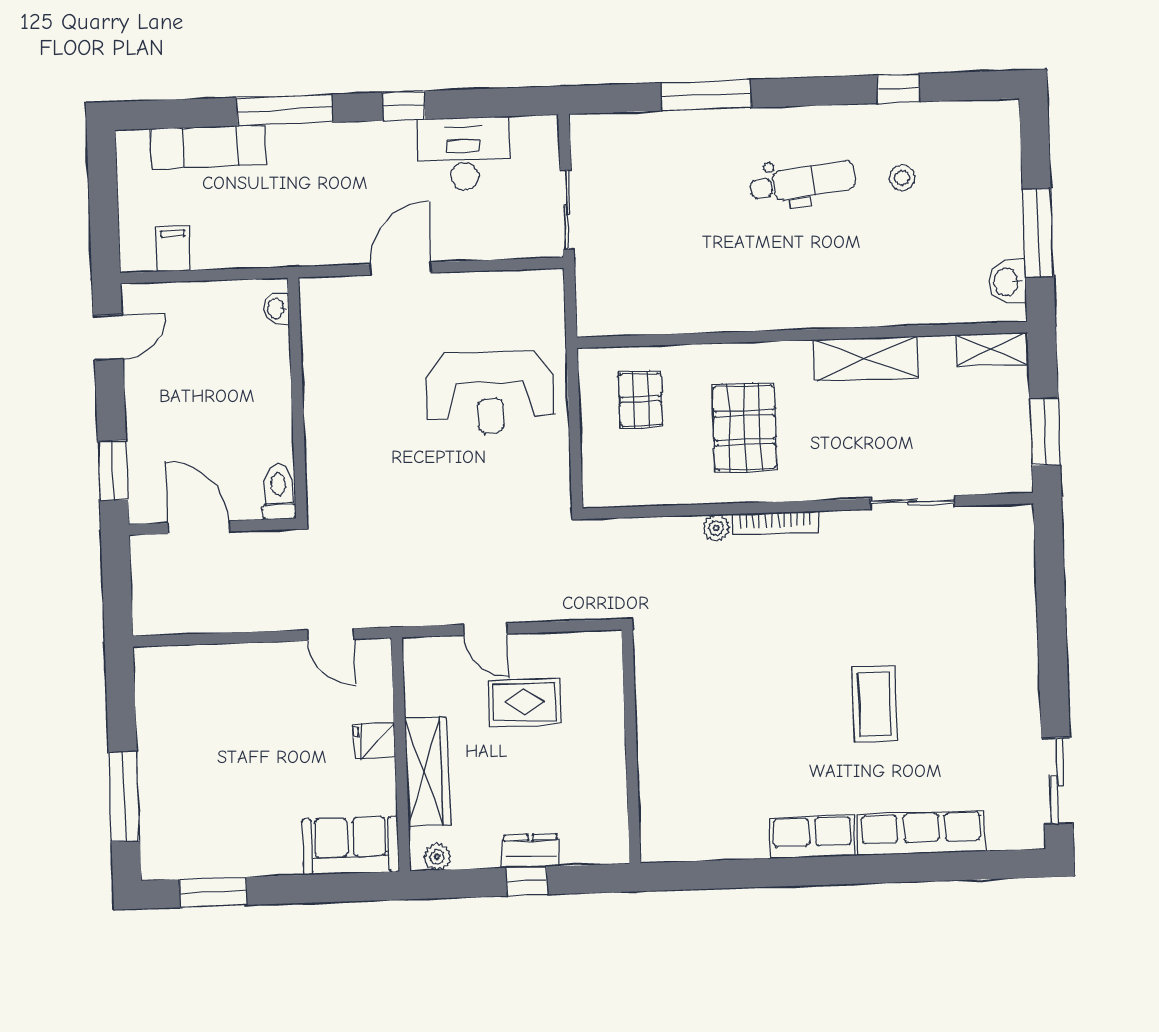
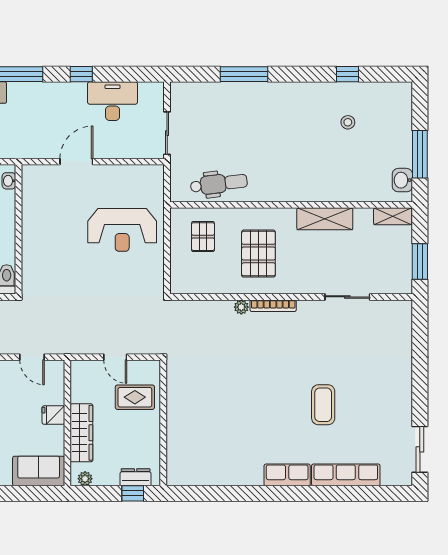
dental chair: (803, 182) -> (219, 184), moved
wall: (631, 746) -> (163, 423), moved

